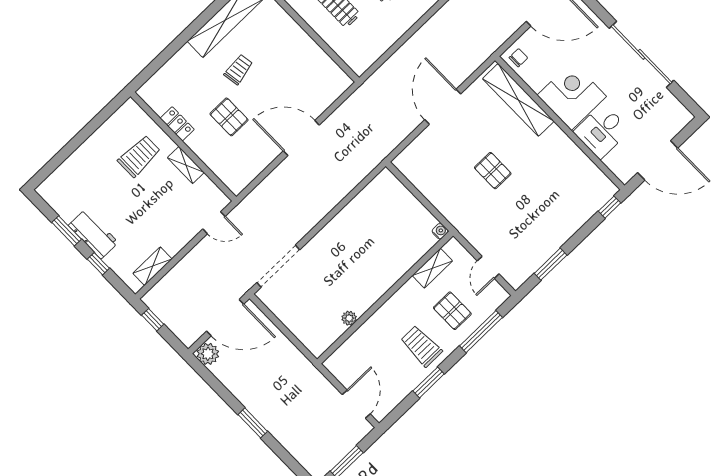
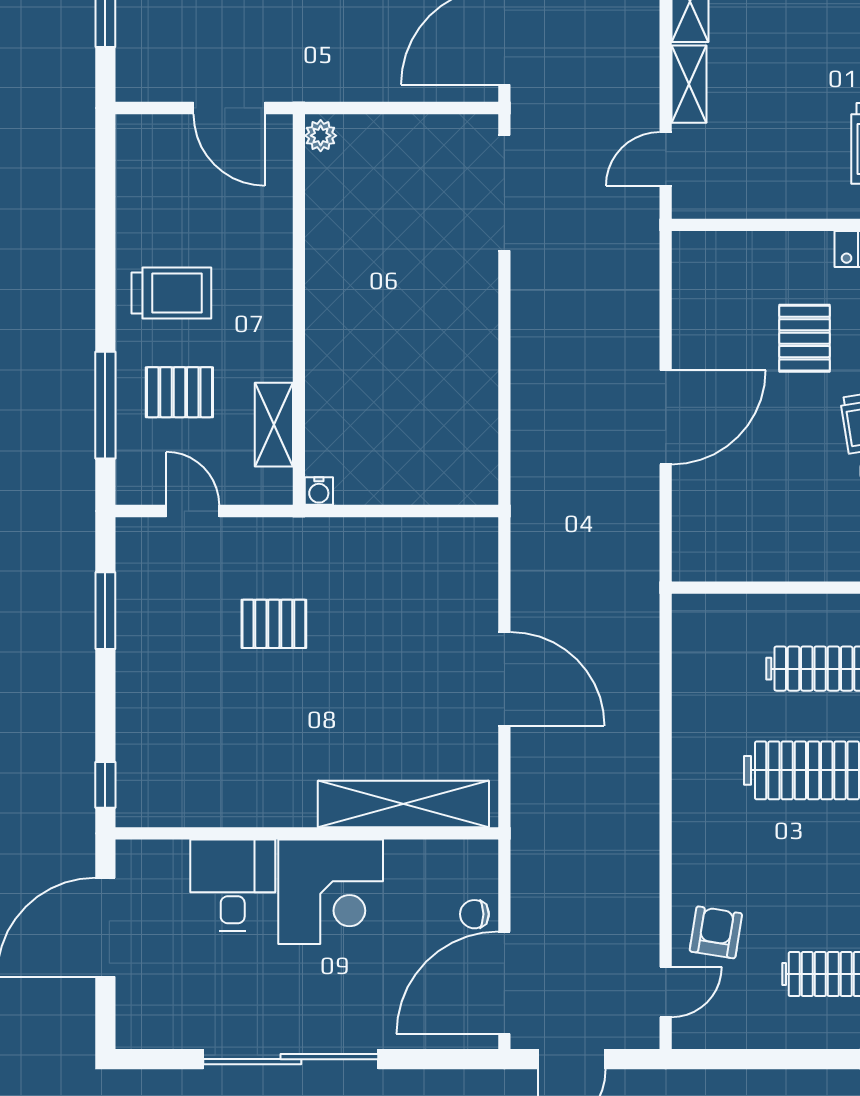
chair: (518, 58) -> (474, 914), moved, turned 90
pallet: (229, 117) -> (805, 338), turned 90
shelving: (186, 165) -> (689, 84), moved, turned 90
pallet: (493, 171) -> (274, 624), moved
plant: (349, 318) -> (321, 136), moved
window: (429, 382) -> (105, 250), removed
door: (356, 404) -> (229, 108), moved

